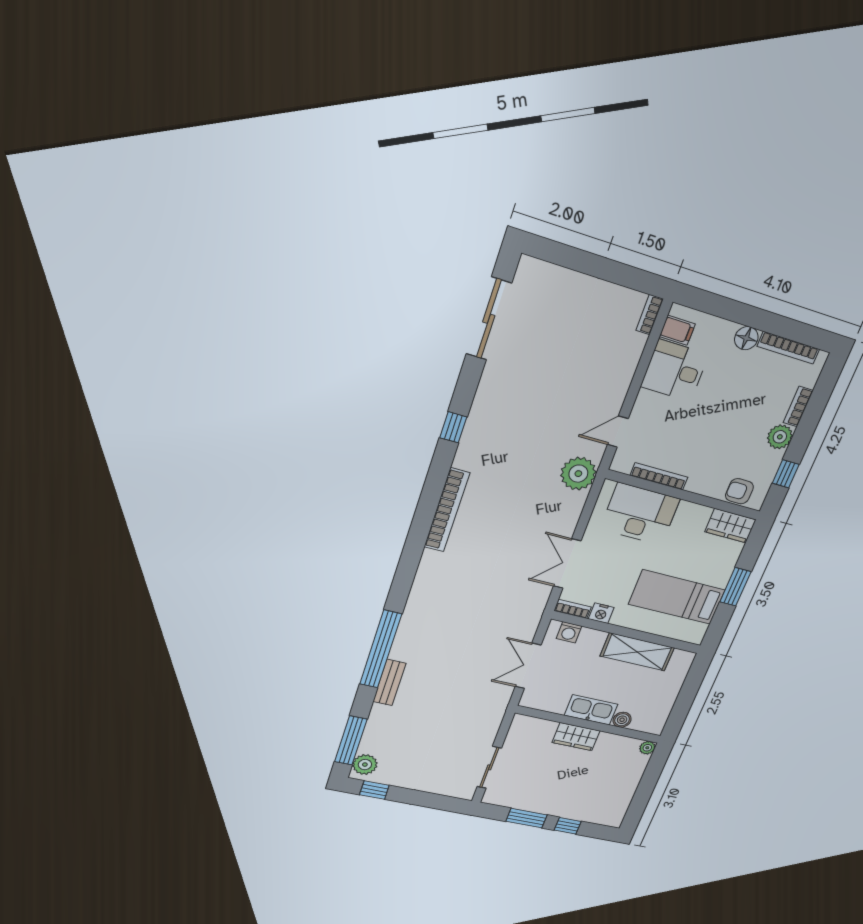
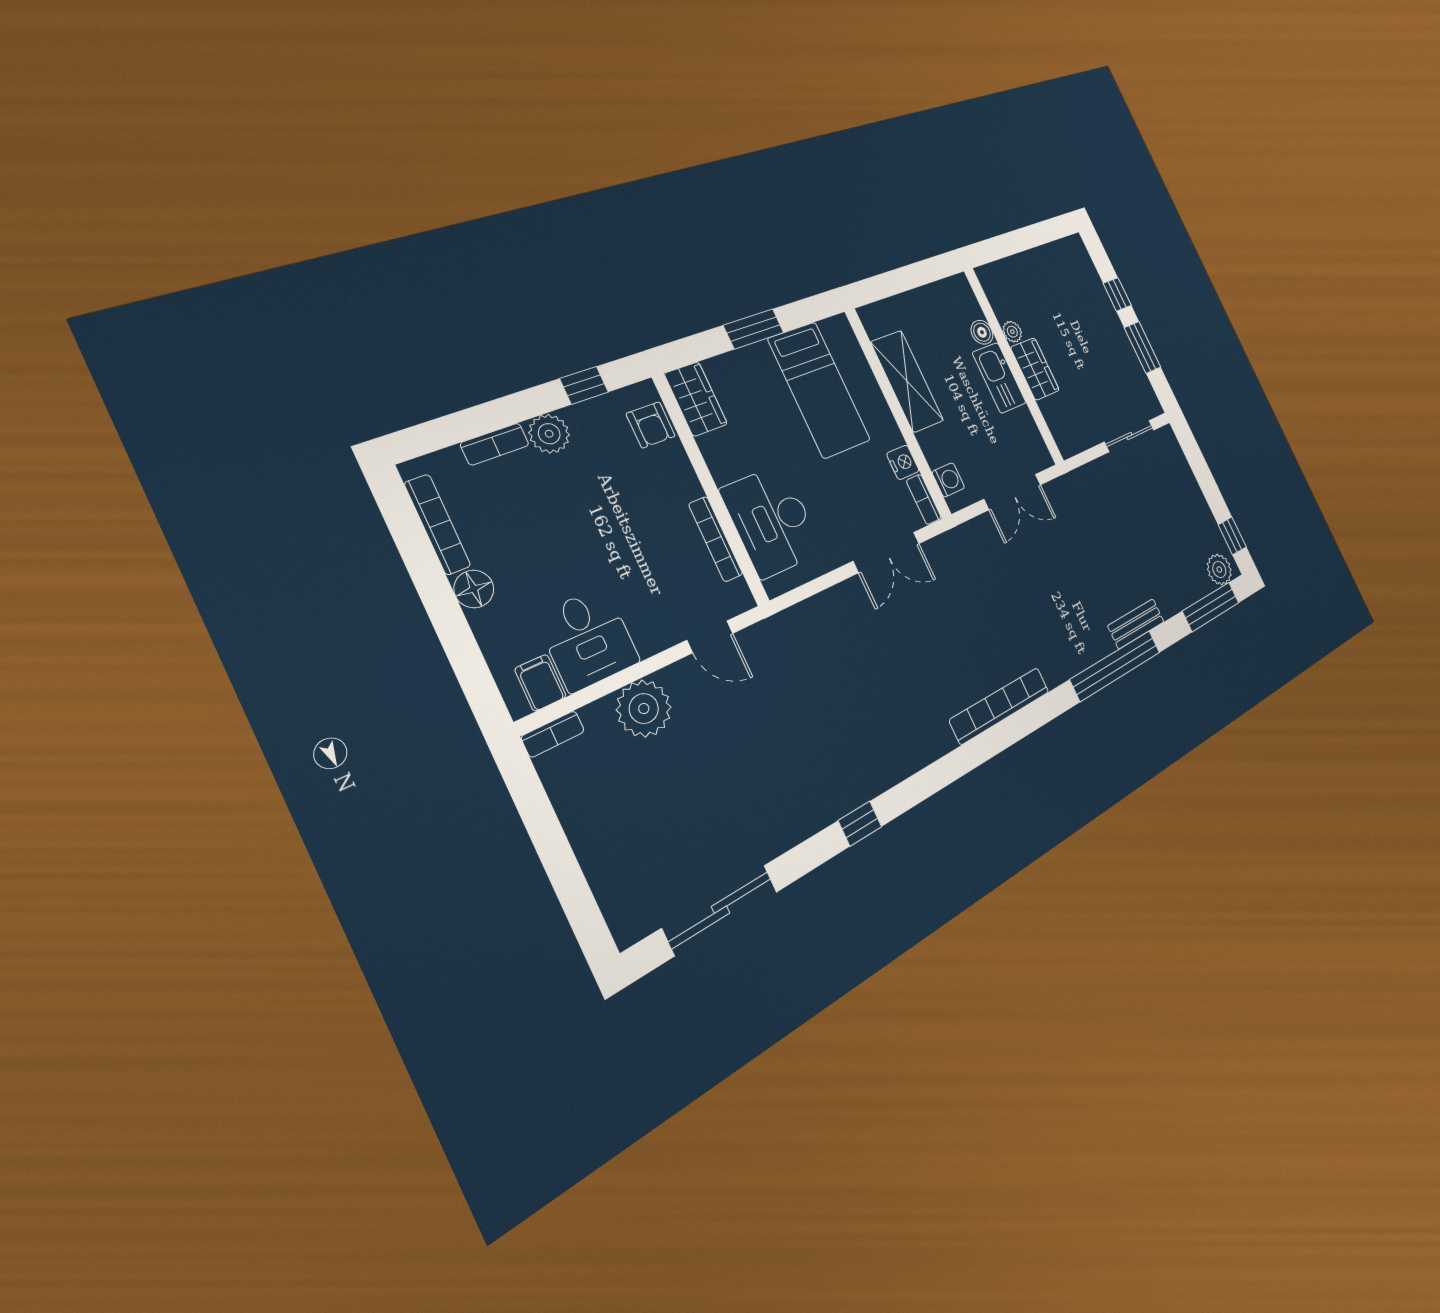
plant: (578, 474) -> (644, 709), moved
bookcase: (447, 510) -> (1000, 706), moved
plant: (647, 748) -> (1012, 332), moved

